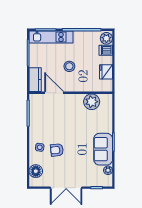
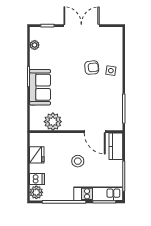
sofa: (103, 149) -> (40, 87), moved
floor lamp: (36, 171) -> (115, 44), removed

